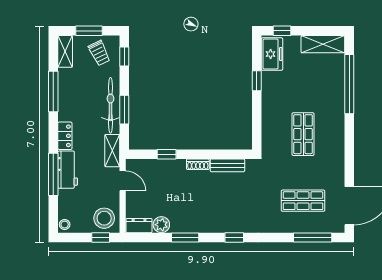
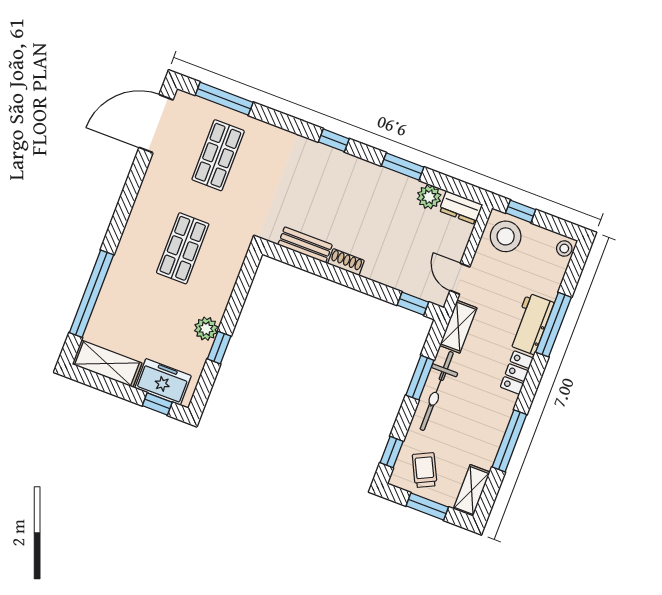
freezer: (272, 54) -> (163, 382), moved, turned 90
plant: (269, 89) -> (206, 329), added
window: (167, 154) -> (413, 304), moved
shop shelf: (303, 201) -> (218, 155), turned 90

